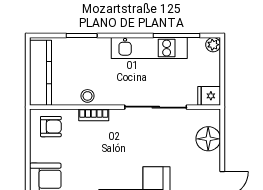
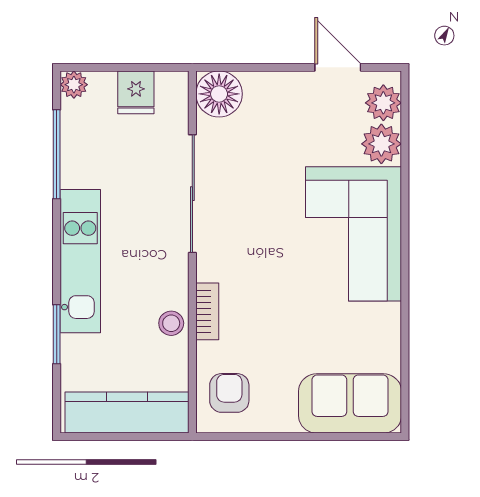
kitchen unit: (149, 48) -> (80, 261), moved
fridge: (209, 96) -> (136, 92), moved
floor lamp: (208, 139) -> (219, 94), moved

